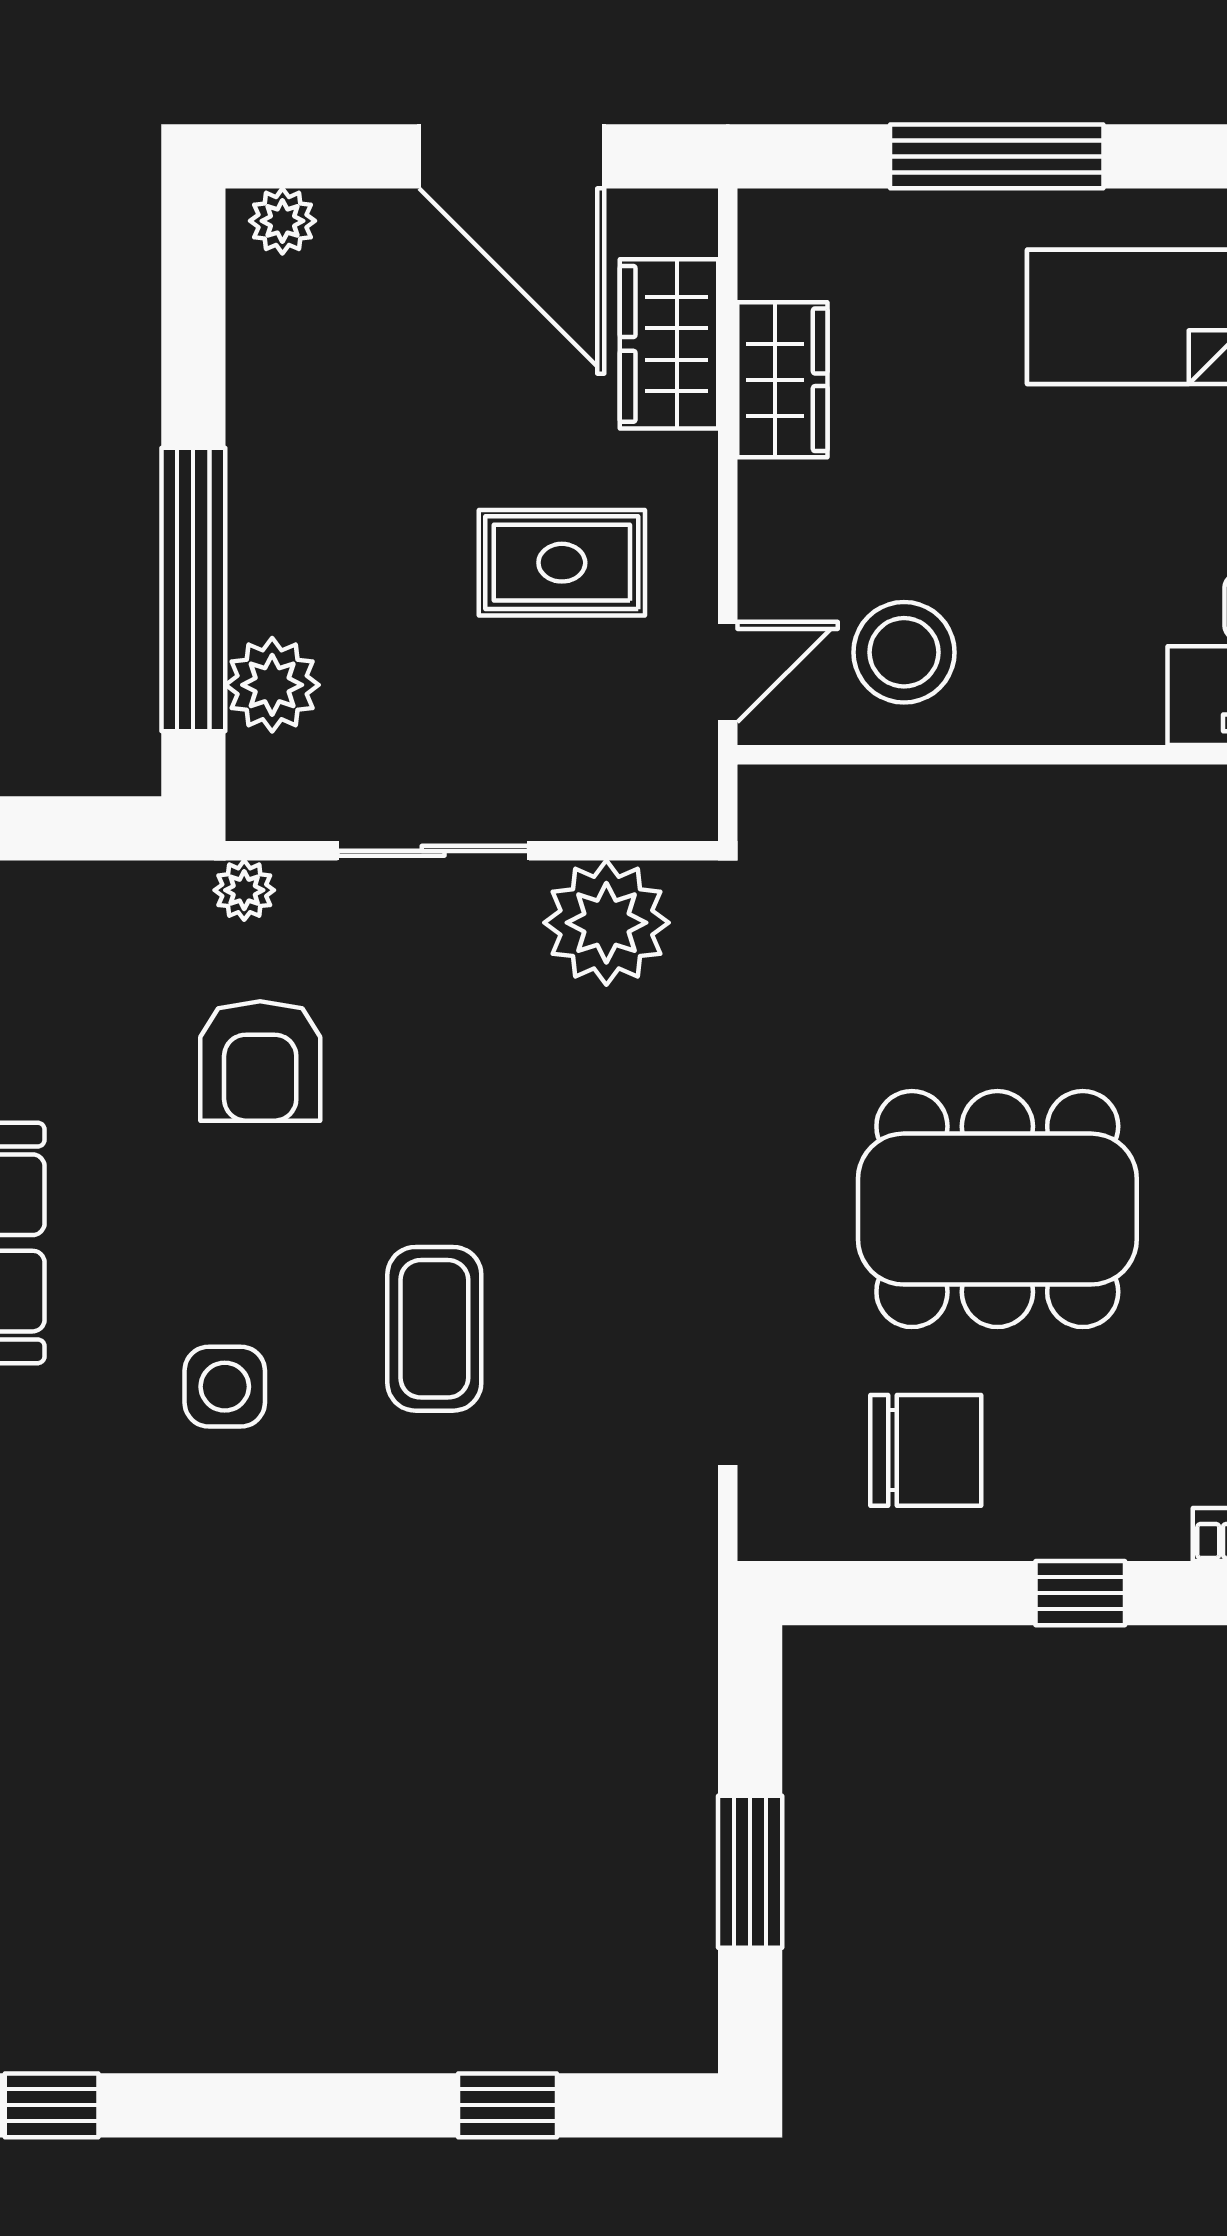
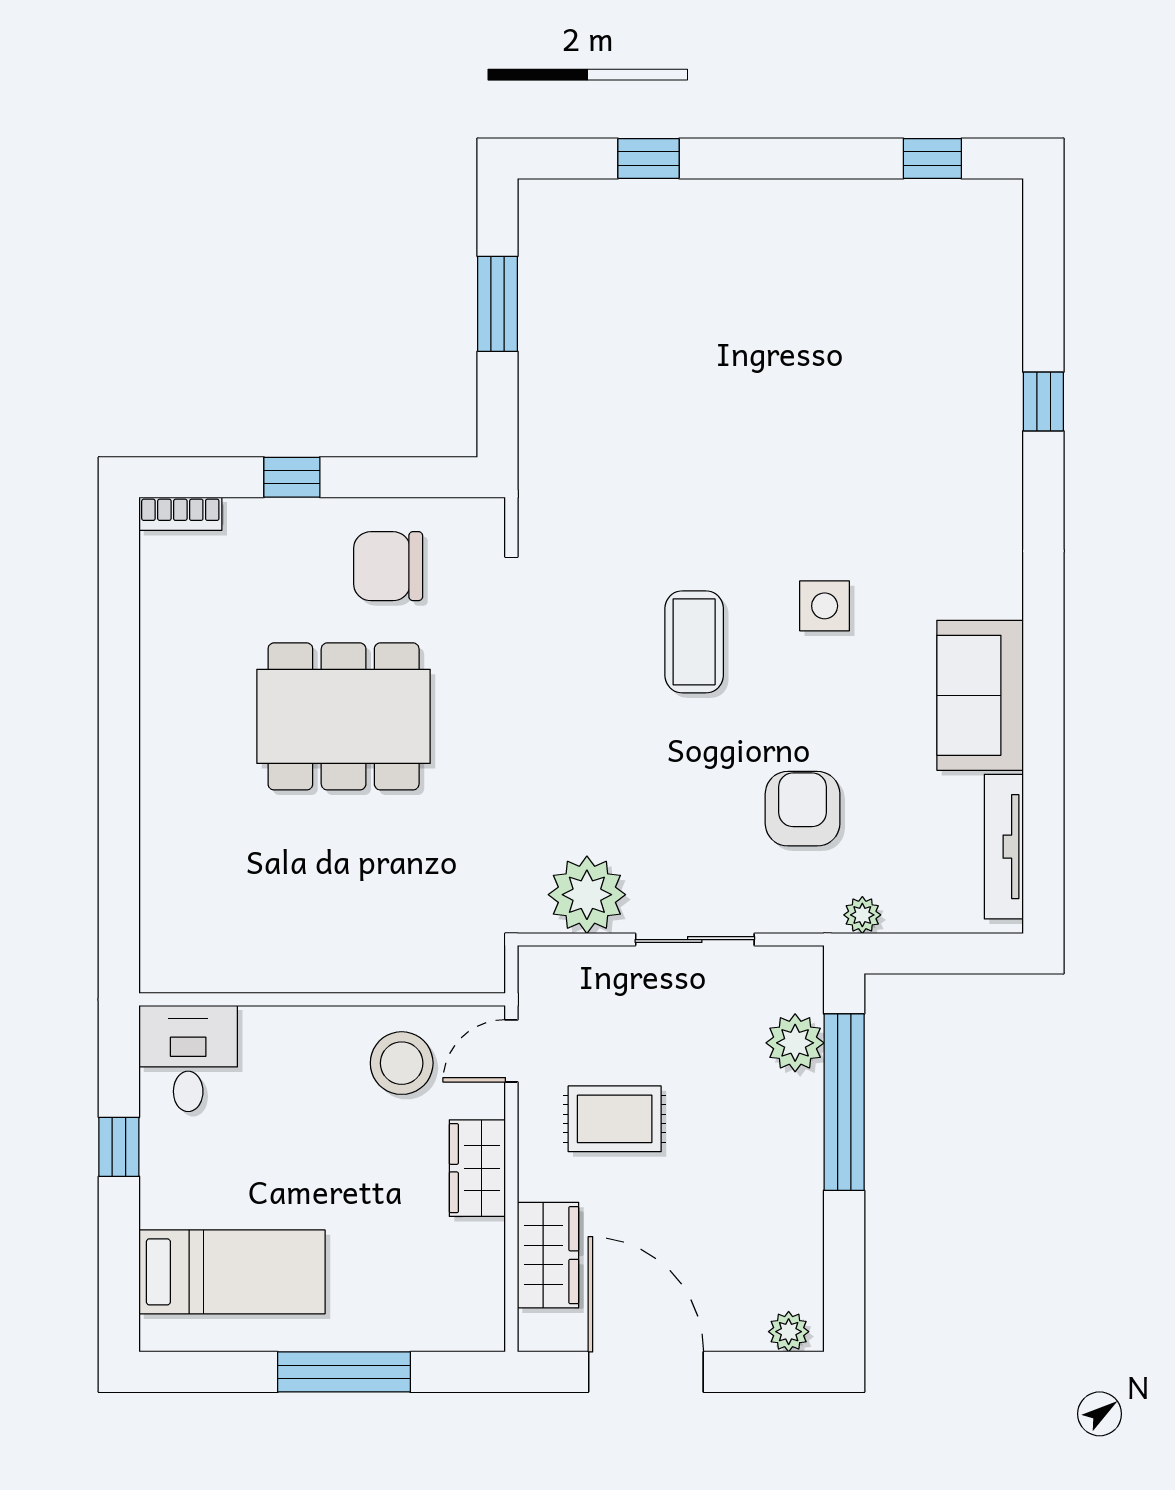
wardrobe: (782, 380) -> (477, 1168), moved
plant: (244, 890) -> (862, 915), moved

